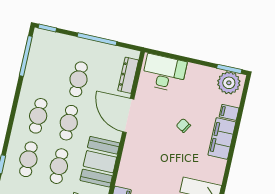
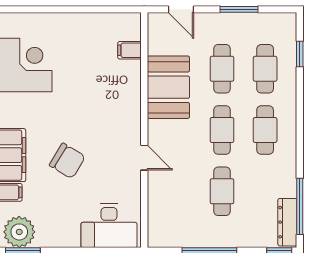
dresser: (128, 75) -> (287, 222), moved, turned 180
door: (128, 116) -> (144, 158), width x0.53
chair: (183, 126) -> (67, 161), width x1.87, depth x1.87

